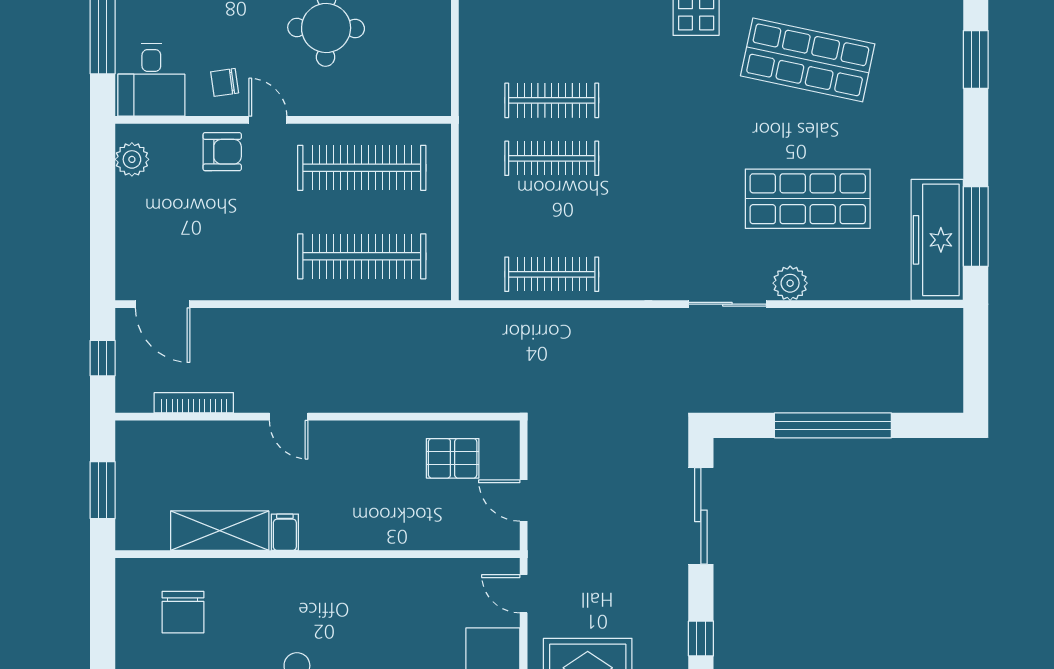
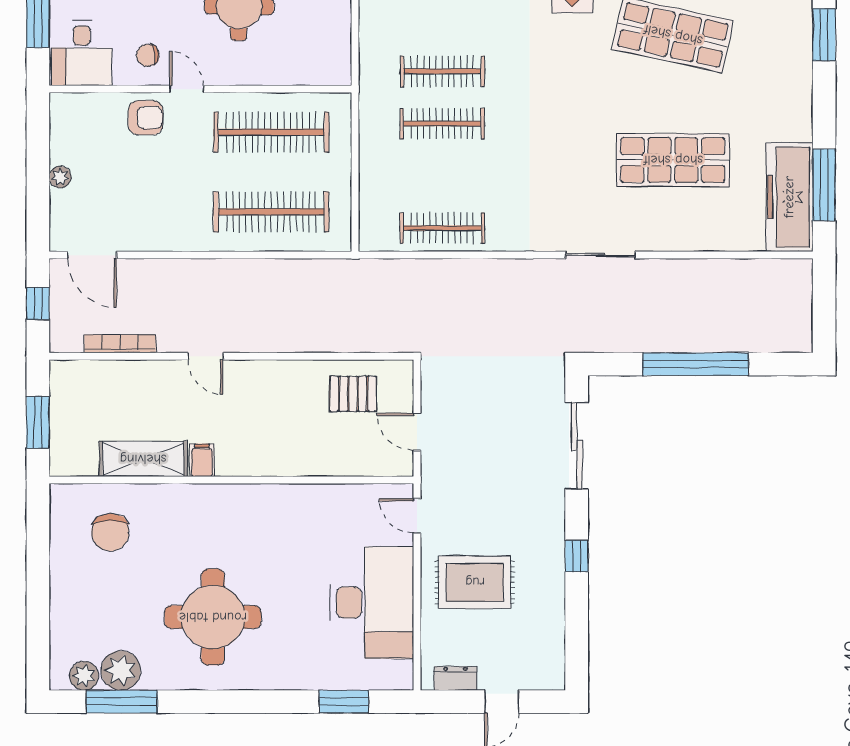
plant: (132, 159) -> (60, 177), moved, width x0.73, depth x0.73
plant: (790, 283) -> (657, 236), removed

